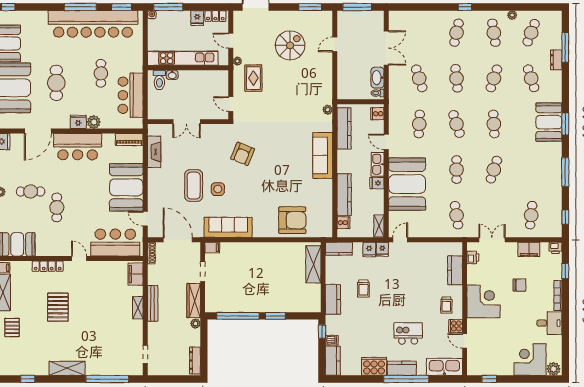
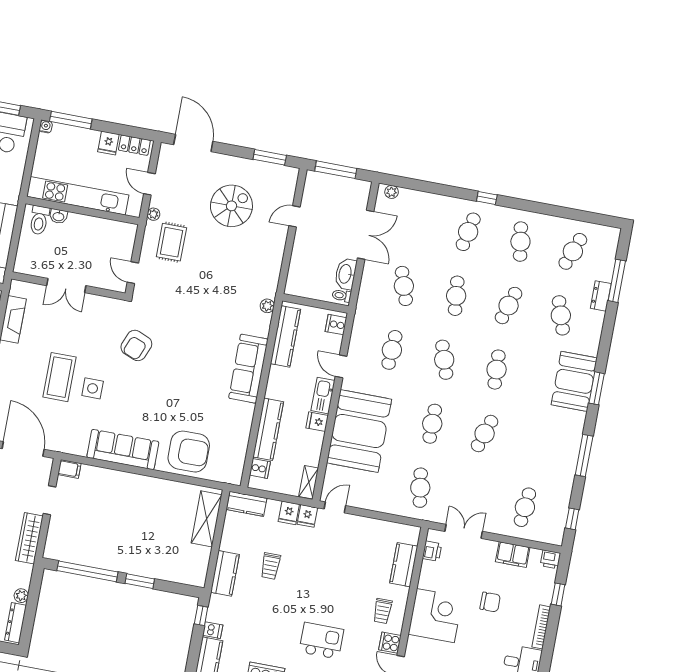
plant: (512, 15) -> (392, 192), moved
sofa: (228, 227) -> (123, 449), moved
plant: (195, 324) -> (21, 596), moved

